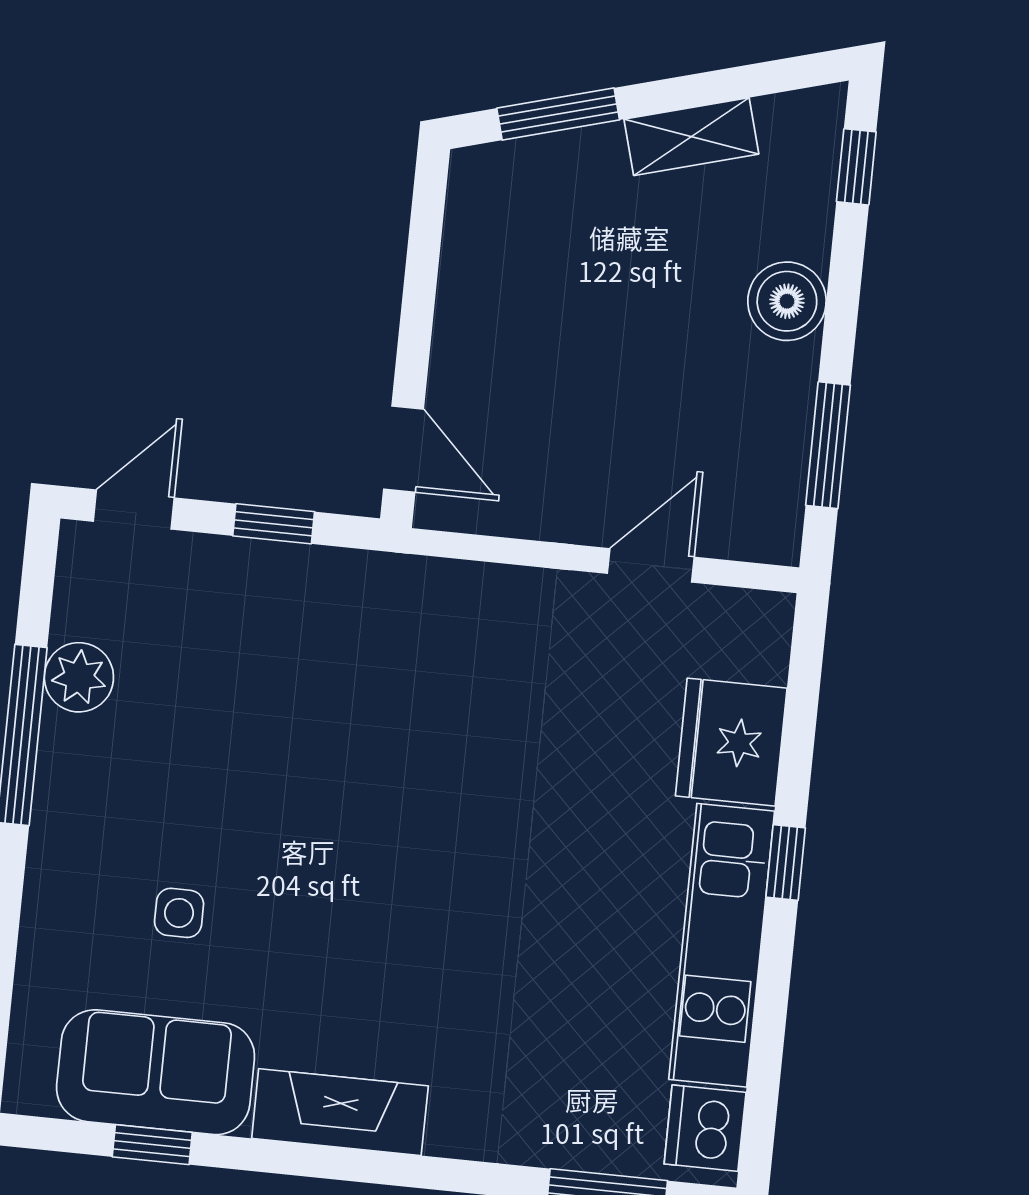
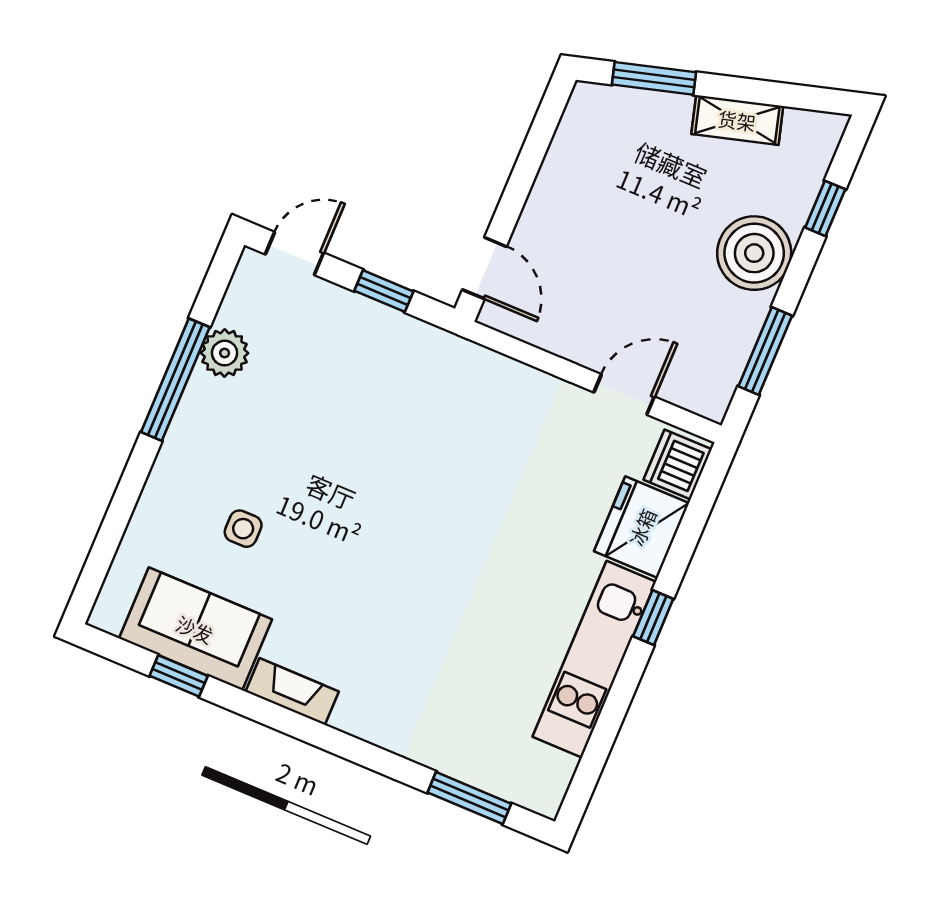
window: (856, 167) -> (825, 208), moved
boiler: (787, 301) -> (754, 253), width x1.37, depth x1.37
fireplace: (340, 1112) -> (292, 692), width x0.73, depth x0.76
dishwasher: (705, 1128) -> (678, 464), moved

